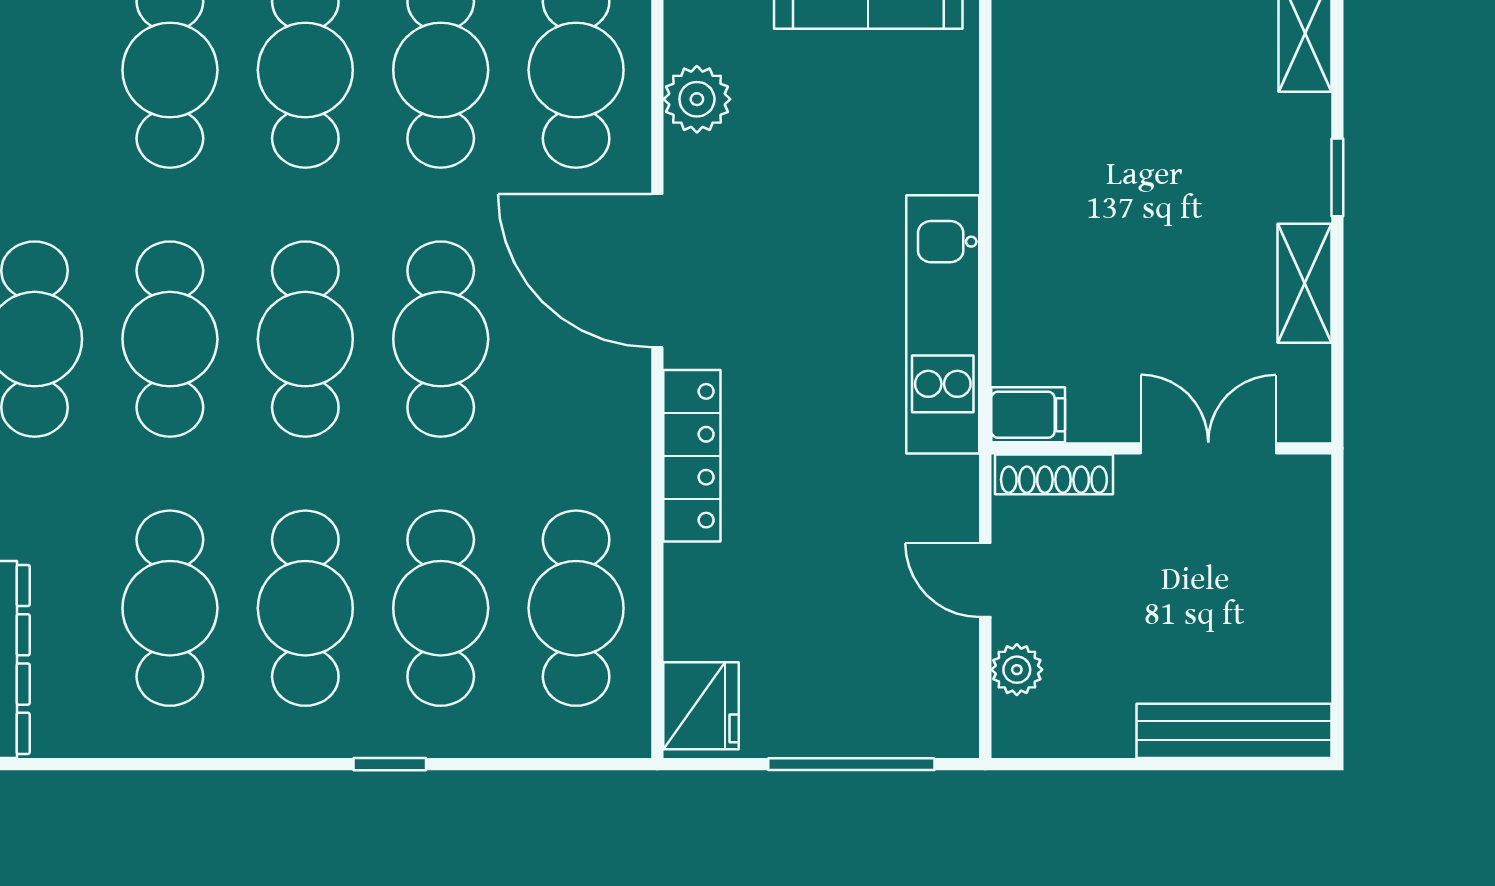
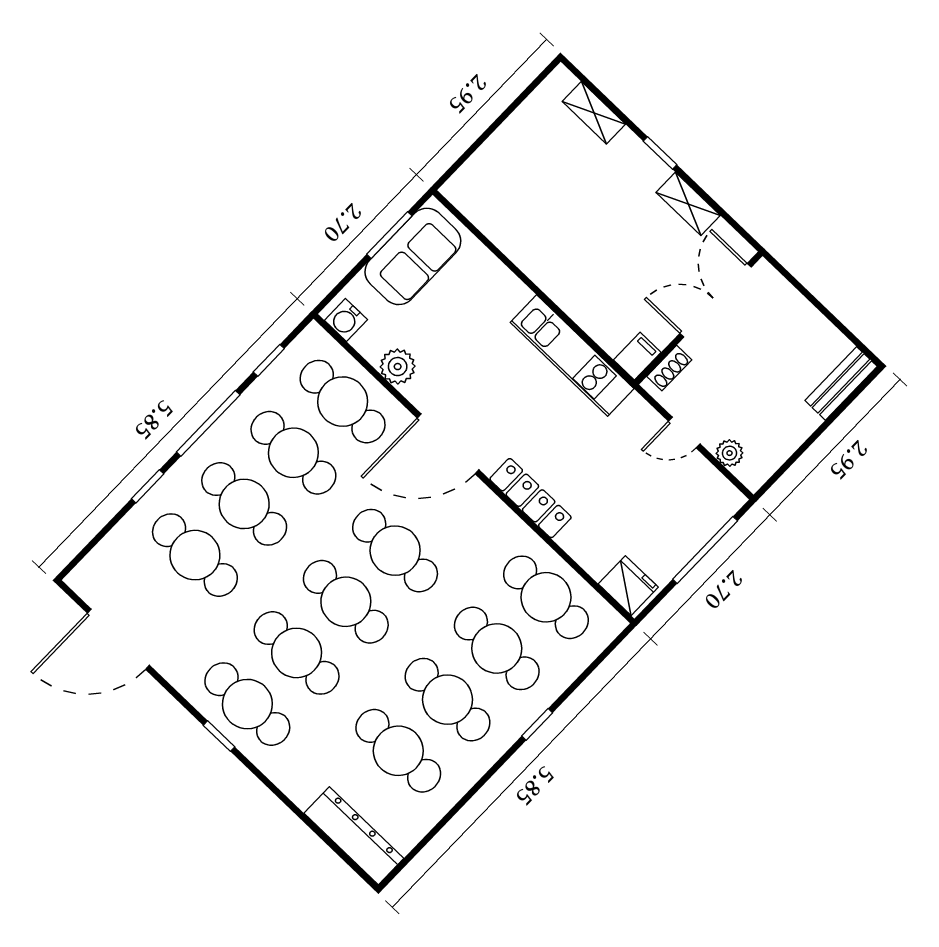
double door: (1208, 448) -> (716, 300), width x1.37
shoe rack: (1054, 474) -> (669, 368), width x0.70
bench: (1234, 731) -> (841, 383), width x0.73

